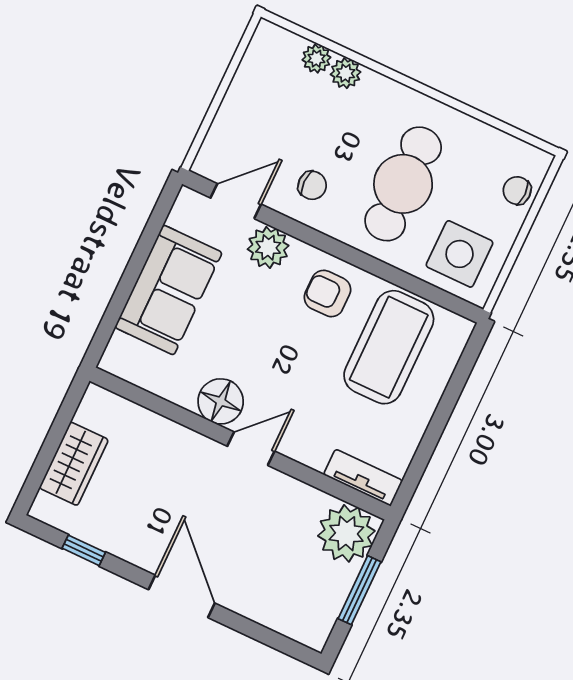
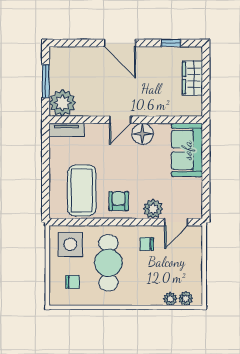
plant: (346, 73) -> (186, 298), moved
chair: (517, 191) -> (72, 282), moved
sofa: (168, 290) -> (187, 150), moved
armchair: (327, 293) -> (119, 201), turned -90

